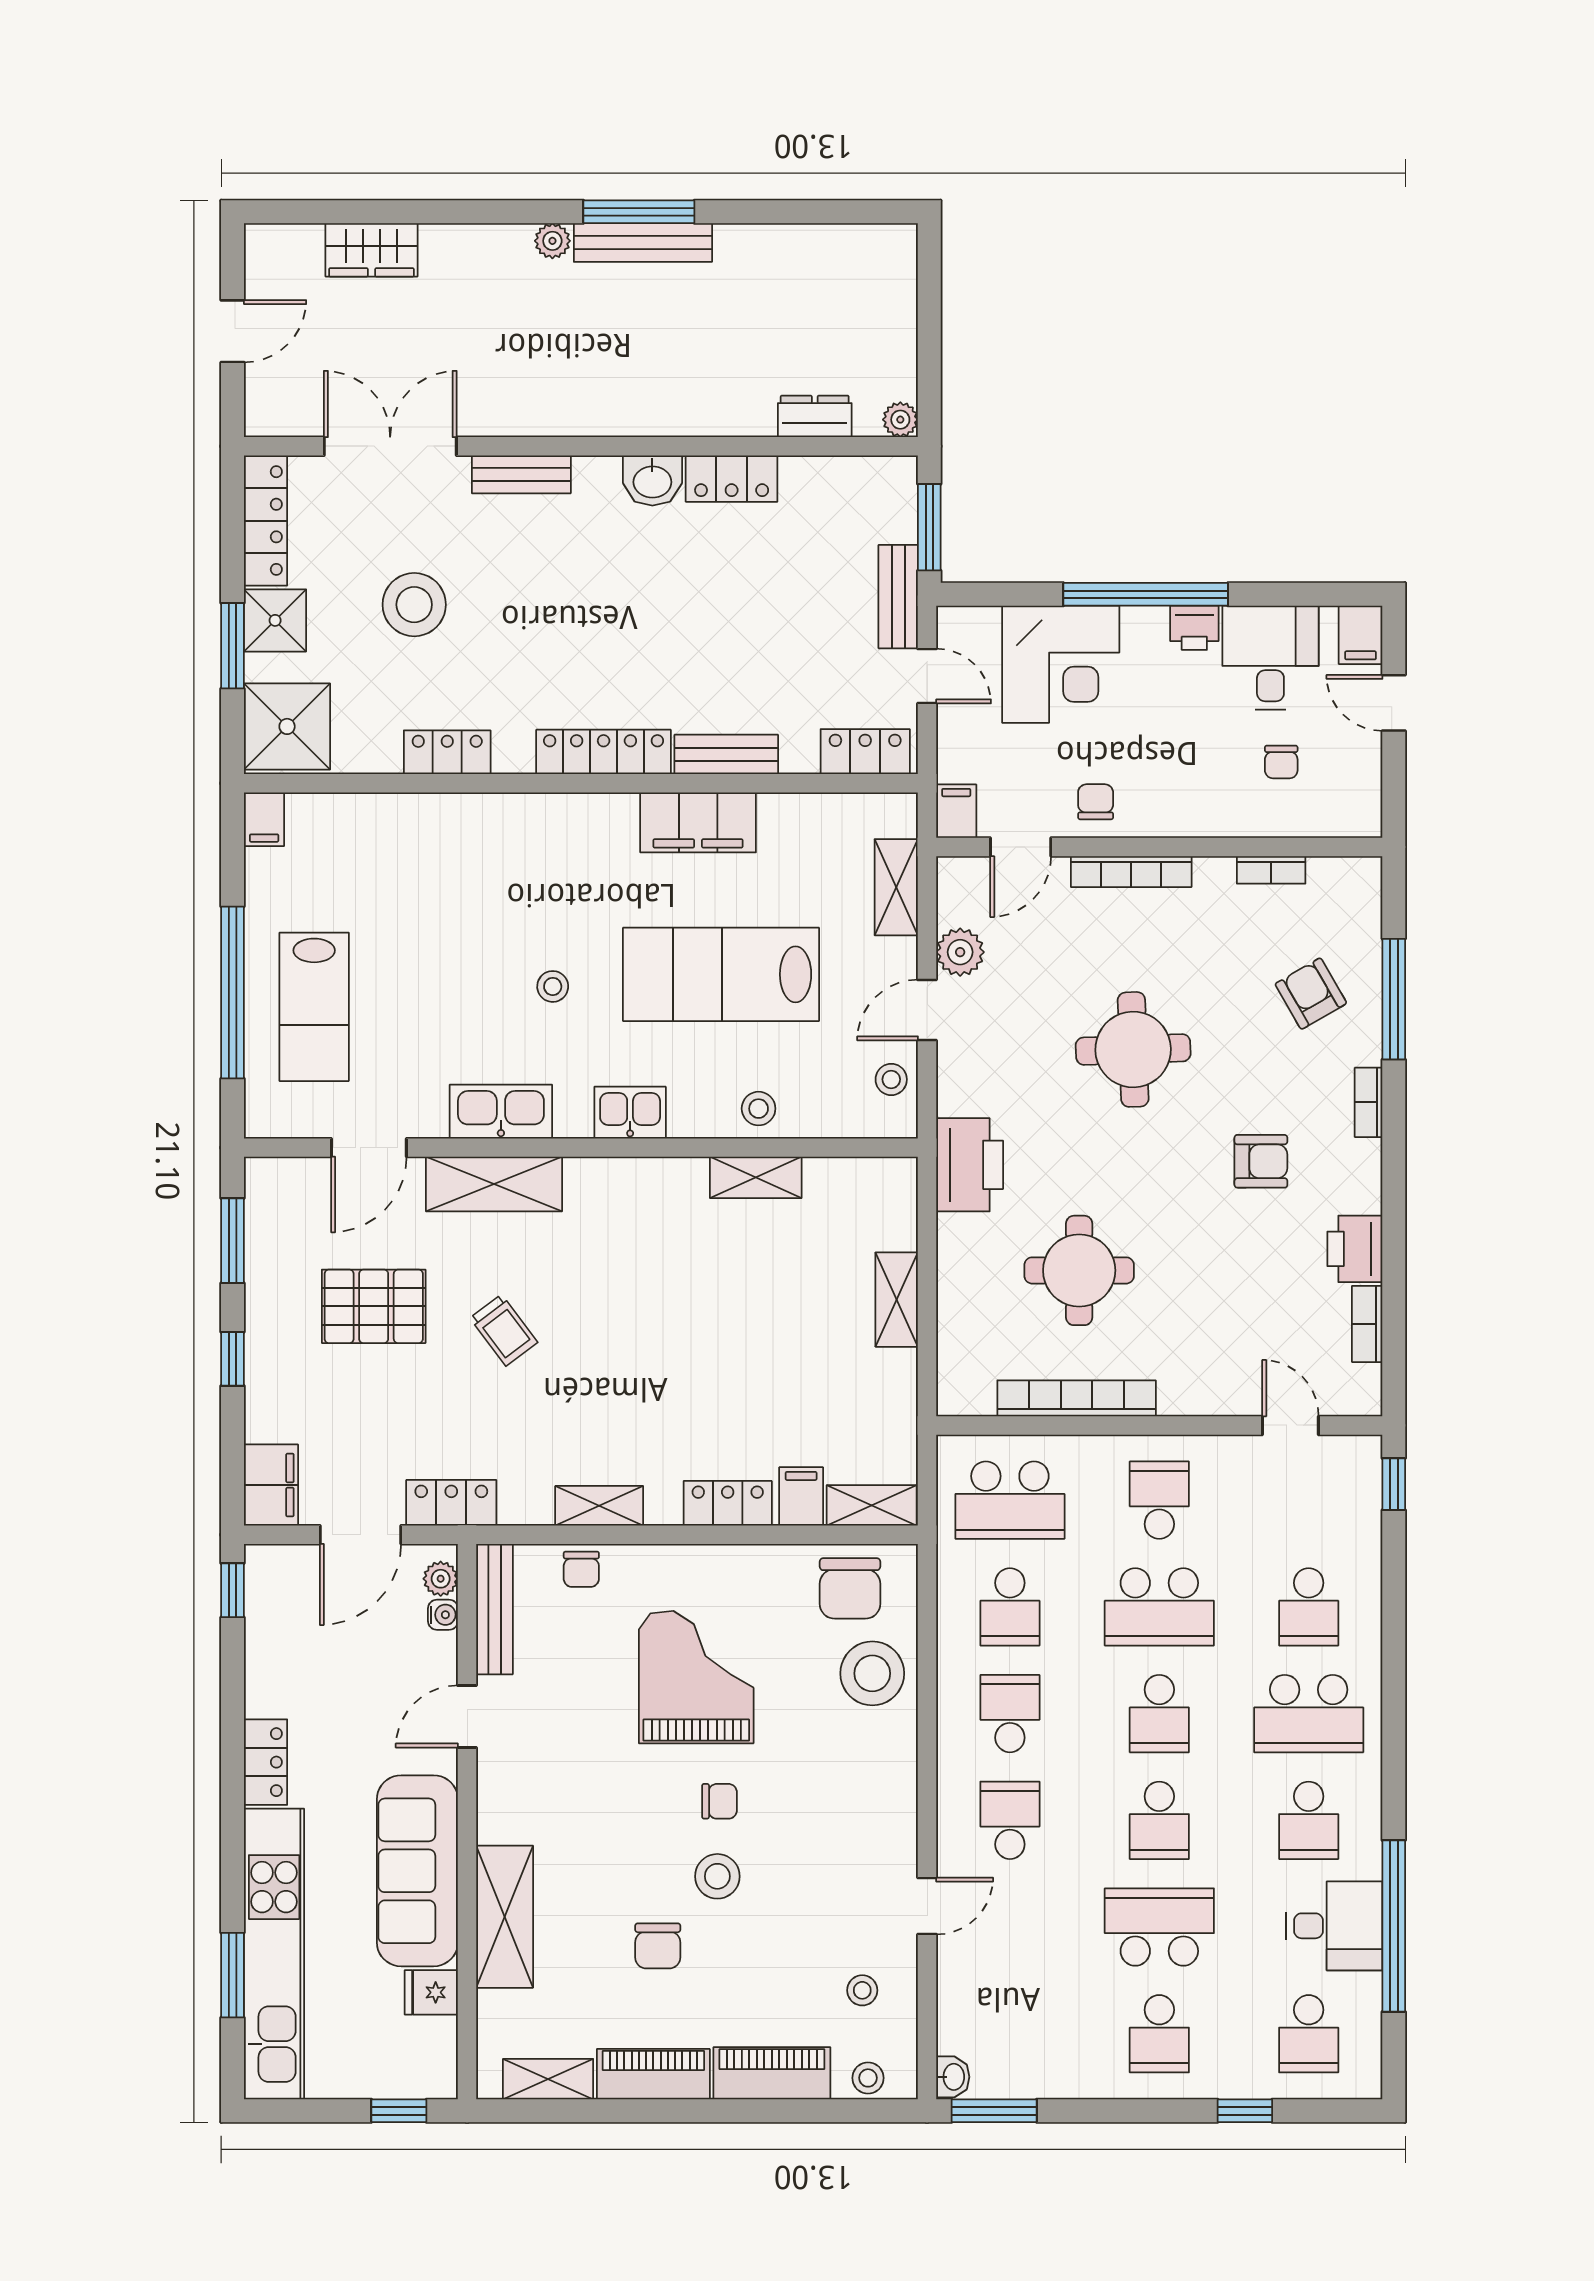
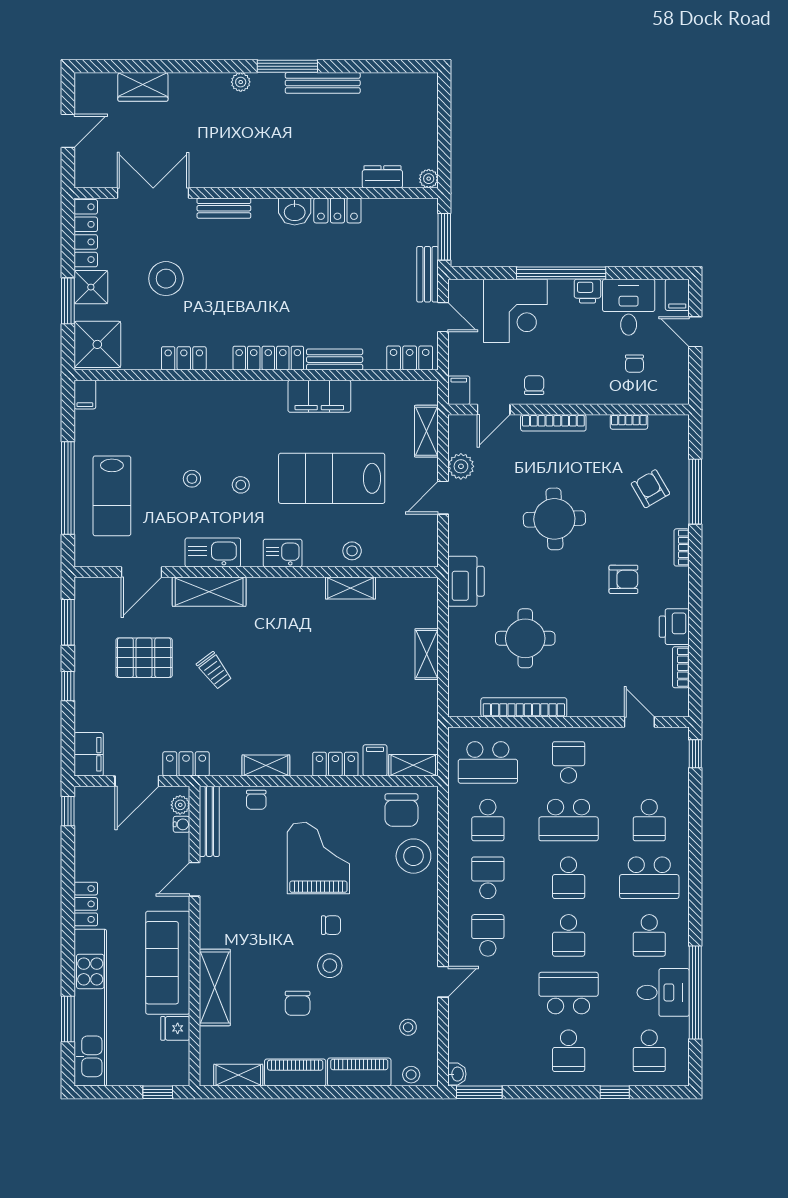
bench: (643, 243) -> (323, 83), moved
stool: (891, 1079) -> (192, 479), moved

